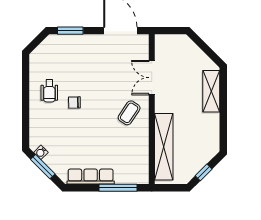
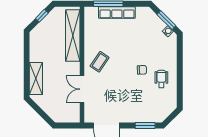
double door: (152, 78) -> (82, 89), swing flipped
row of seats: (91, 177) -> (117, 12), moved

